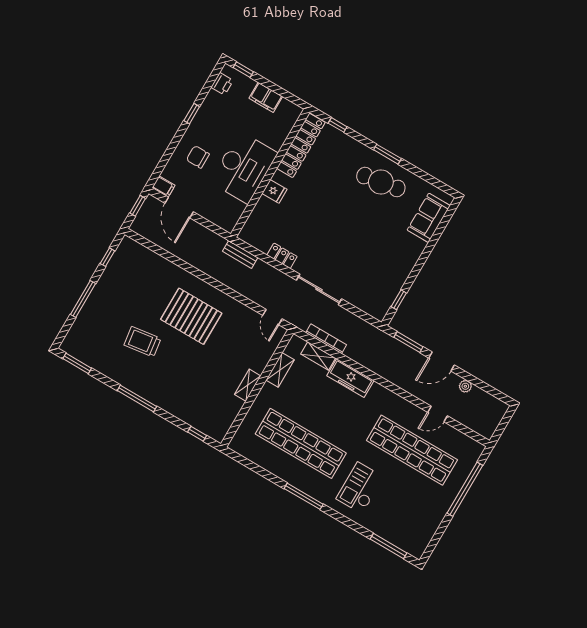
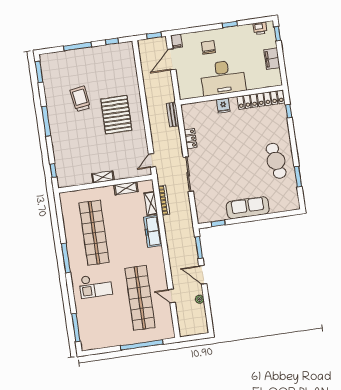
window: (387, 154) -> (298, 177), moved
sofa: (429, 218) -> (248, 208), moved, width x1.36
checkout: (360, 488) -> (96, 286), turned 180

